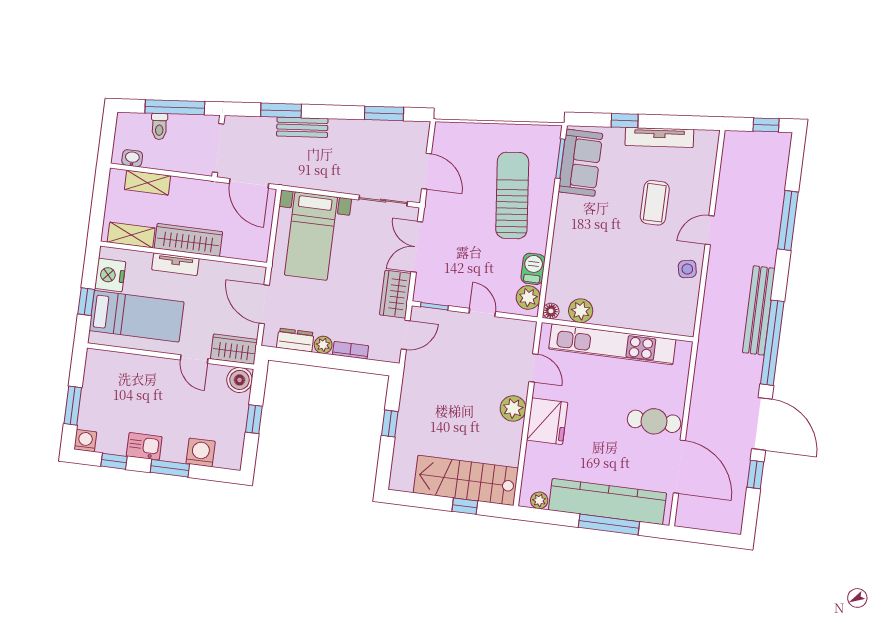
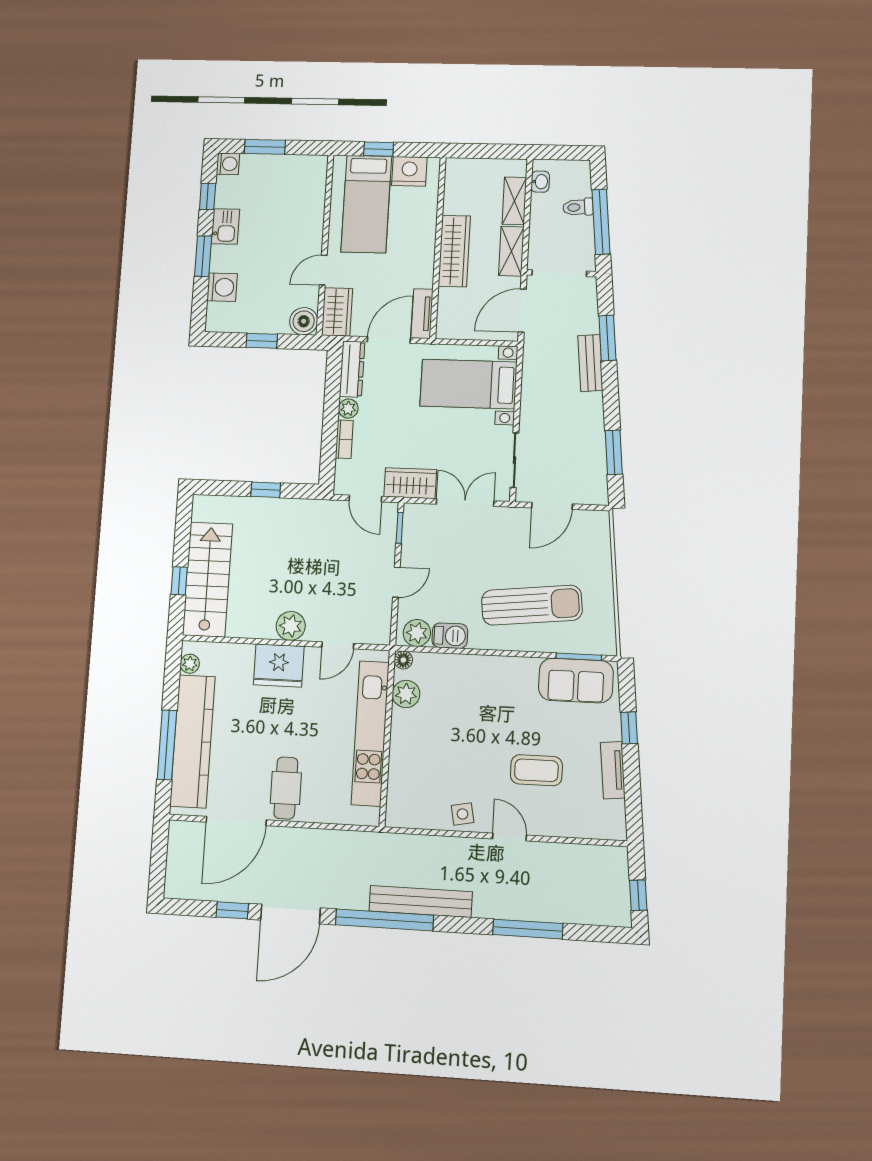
tv unit: (659, 137) -> (613, 770), width x0.71
shelving: (131, 235) -> (511, 251), moved
tv unit: (175, 264) -> (422, 314), moved
dresser: (295, 340) -> (352, 369), width x1.44

